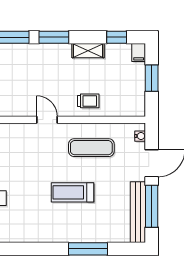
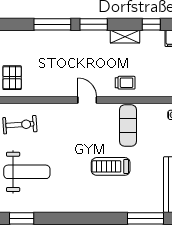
exercise mat: (91, 148) -> (128, 126), turned 90
window: (88, 249) -> (145, 218), moved

